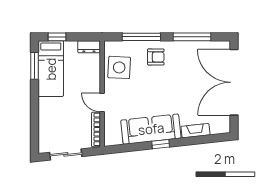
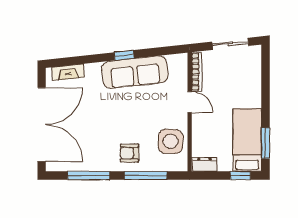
fireplace: (195, 131) -> (68, 72), moved

